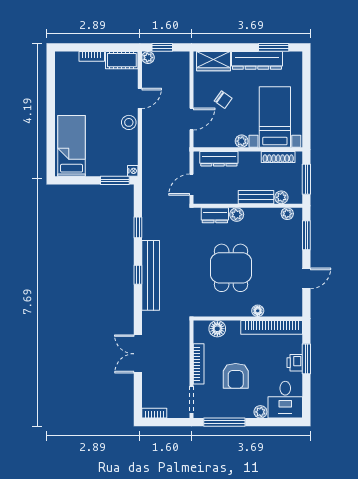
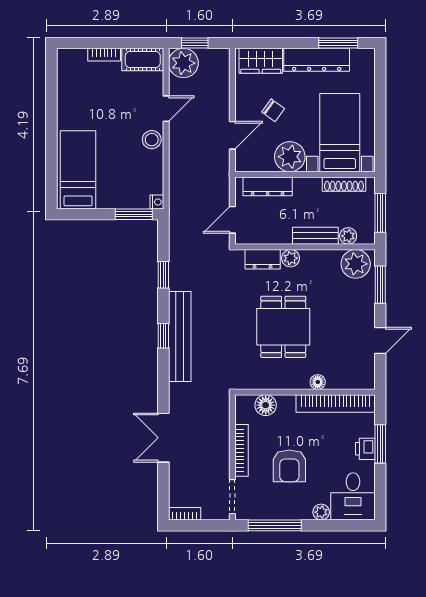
plant: (148, 58) -> (183, 63), width x1.88, depth x1.88
plant: (242, 141) -> (290, 157), width x1.87, depth x1.87
plant: (287, 214) -> (356, 264), width x1.88, depth x1.88

